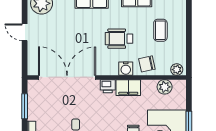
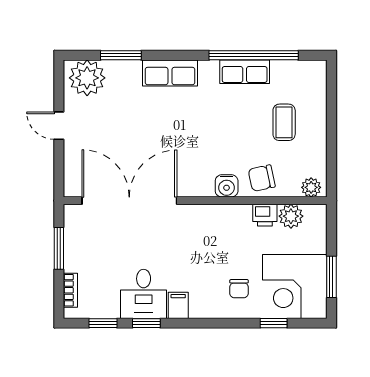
wheelchair: (119, 39) -> (215, 136), removed
printer: (108, 86) -> (265, 215), moved
filing cabinet: (128, 88) -> (231, 217), removed

